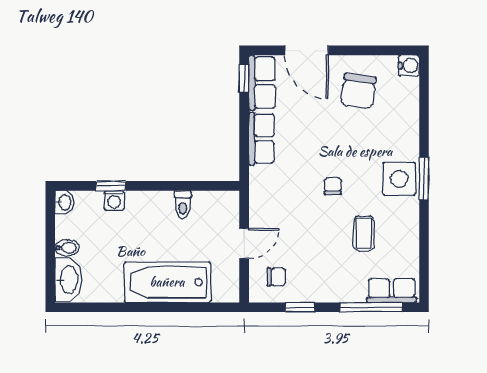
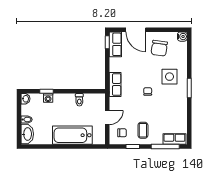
row of seats: (262, 139) -> (115, 84), moved
side table: (399, 179) -> (170, 77), moved
coffee table: (364, 233) -> (143, 130), moved

